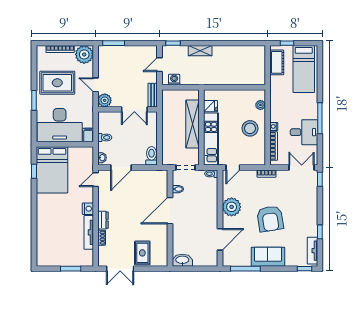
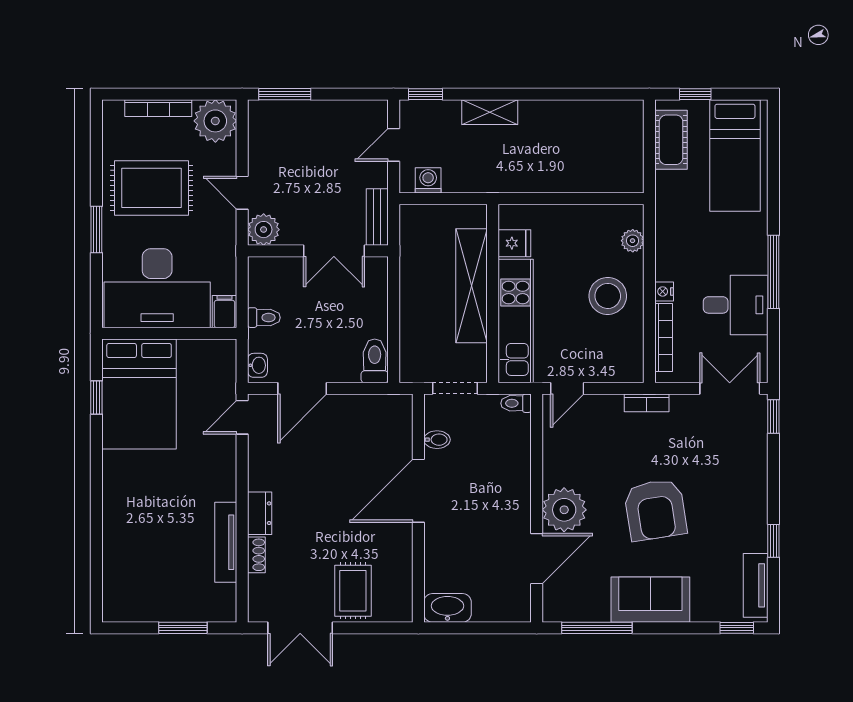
plant: (232, 207) -> (564, 510), moved
nightstand: (88, 209) -> (224, 486), removed

